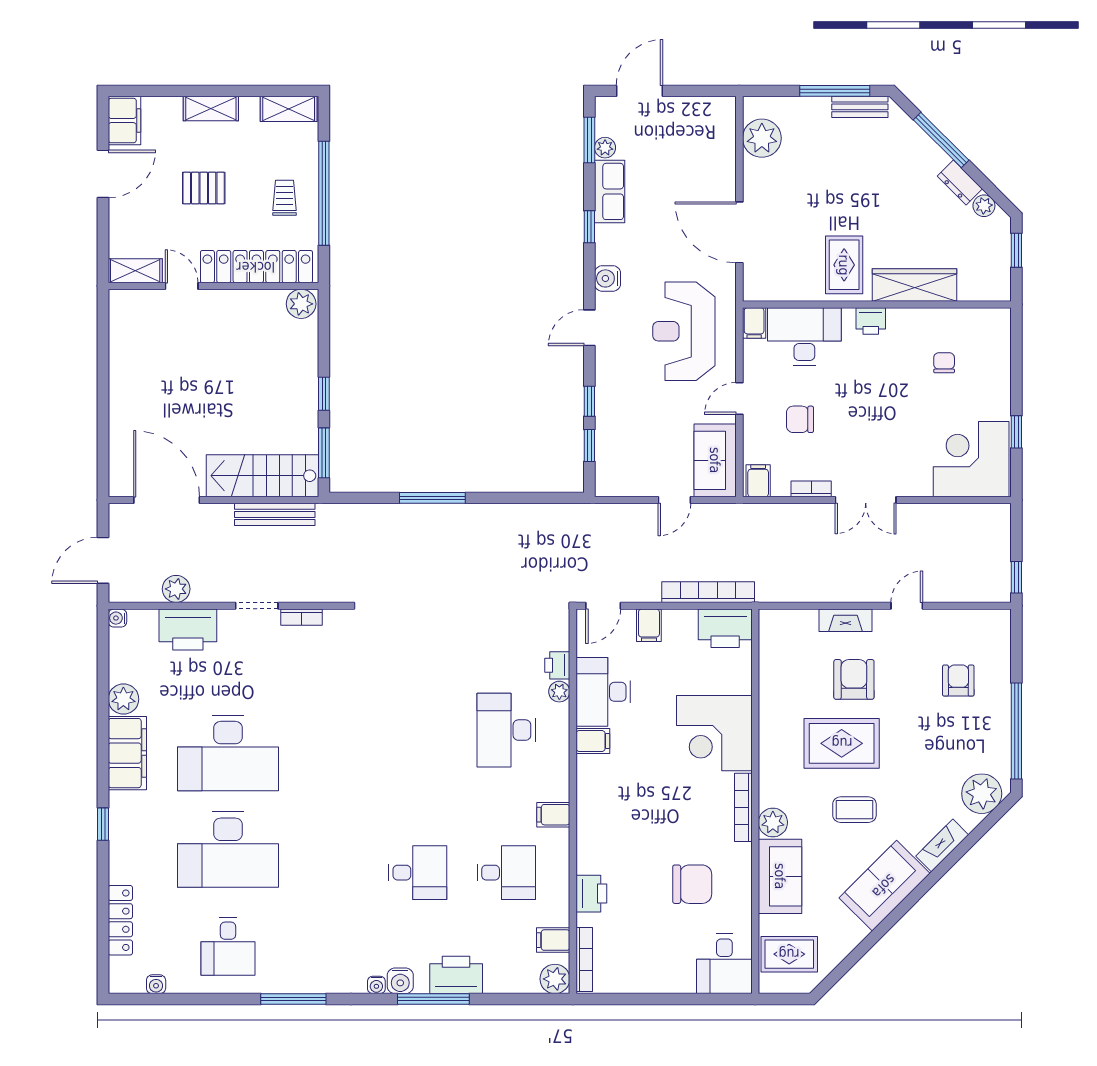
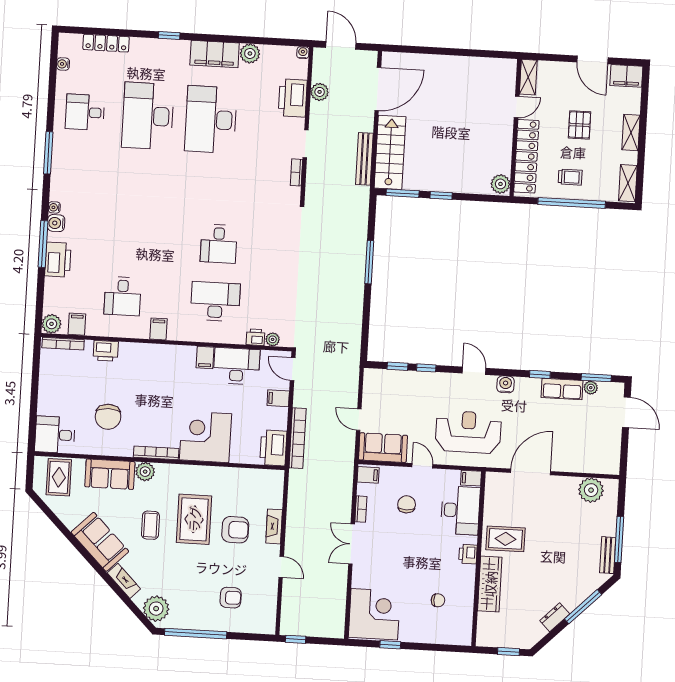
plant: (984, 206) -> (539, 632), removed
plant: (559, 692) -> (273, 339), moved
desk: (418, 873) -> (219, 244), moved

